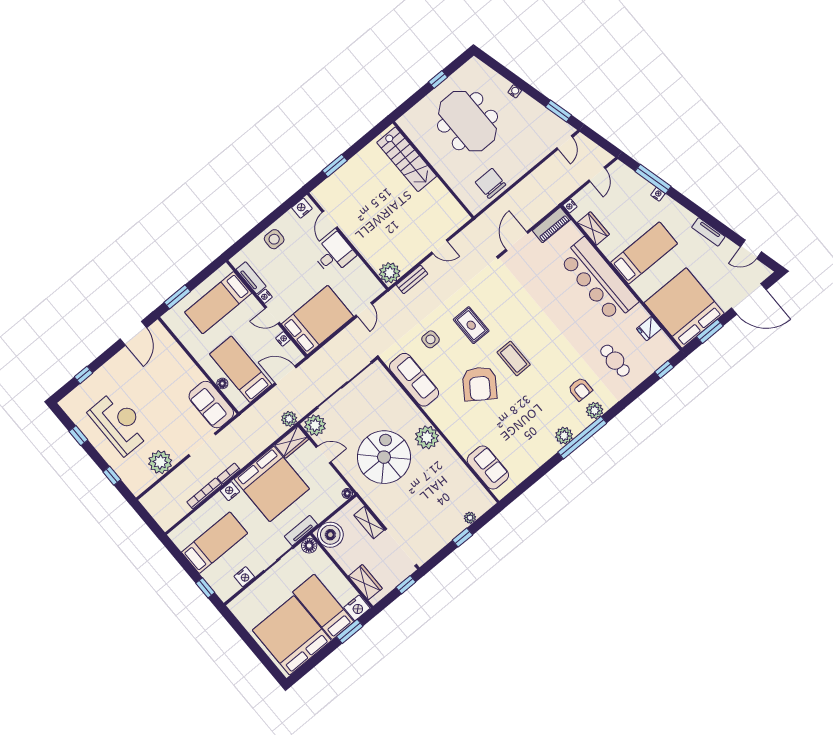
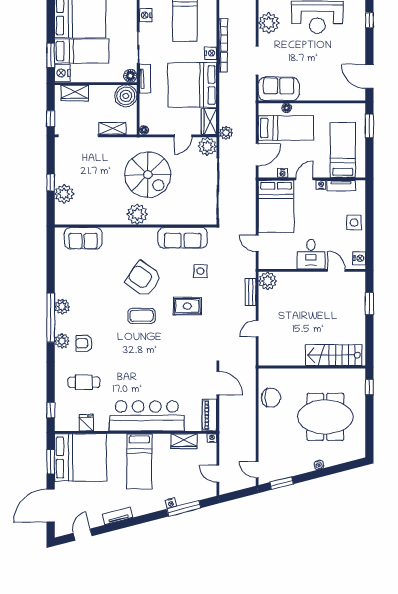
window: (438, 79) -> (369, 387), moved
plant: (470, 518) -> (64, 194), width x1.88, depth x1.88

